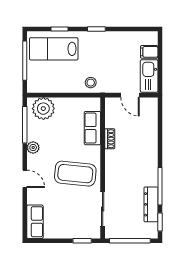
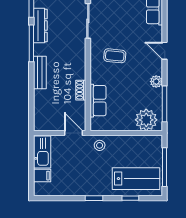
door: (130, 95) -> (74, 133), moved
bench: (151, 157) -> (40, 72), added
coffee table: (75, 174) -> (115, 56), width x0.54, depth x0.58

